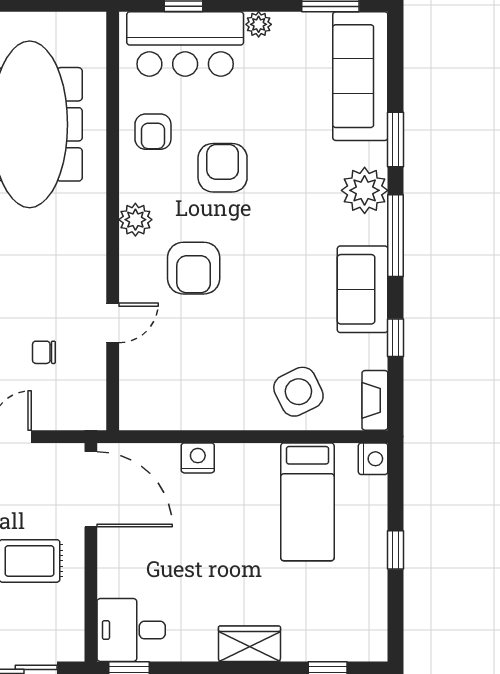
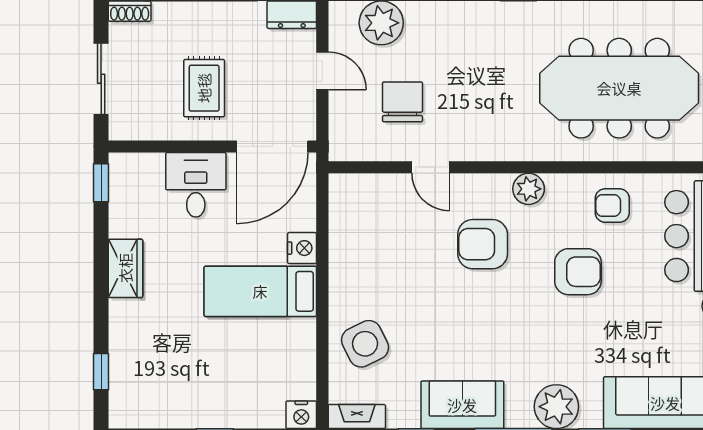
chair: (44, 352) -> (402, 102), width x1.87, depth x1.87
bed: (307, 502) -> (260, 291), moved
desk: (131, 630) -> (196, 185), moved
wardrobe: (249, 644) -> (125, 268), moved

